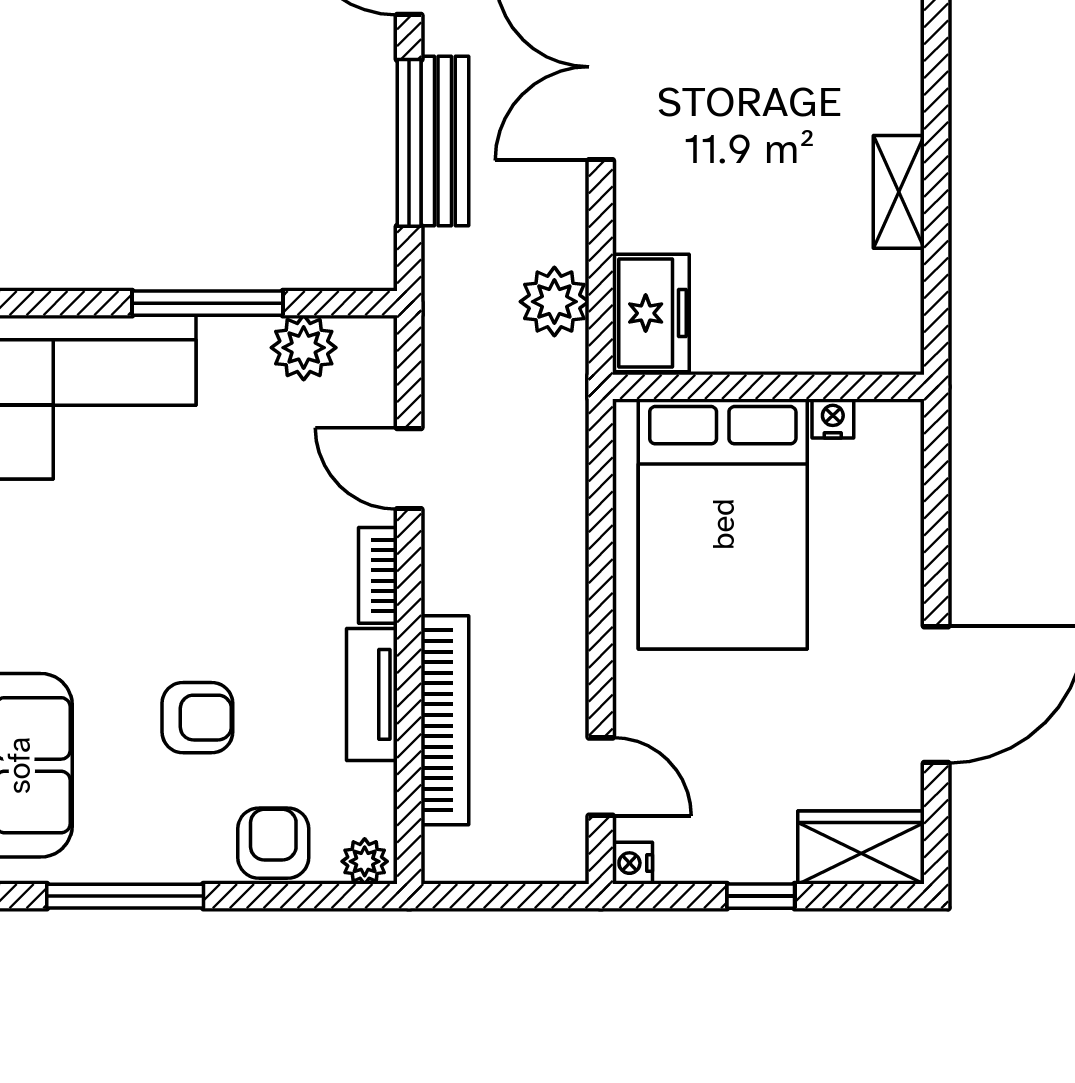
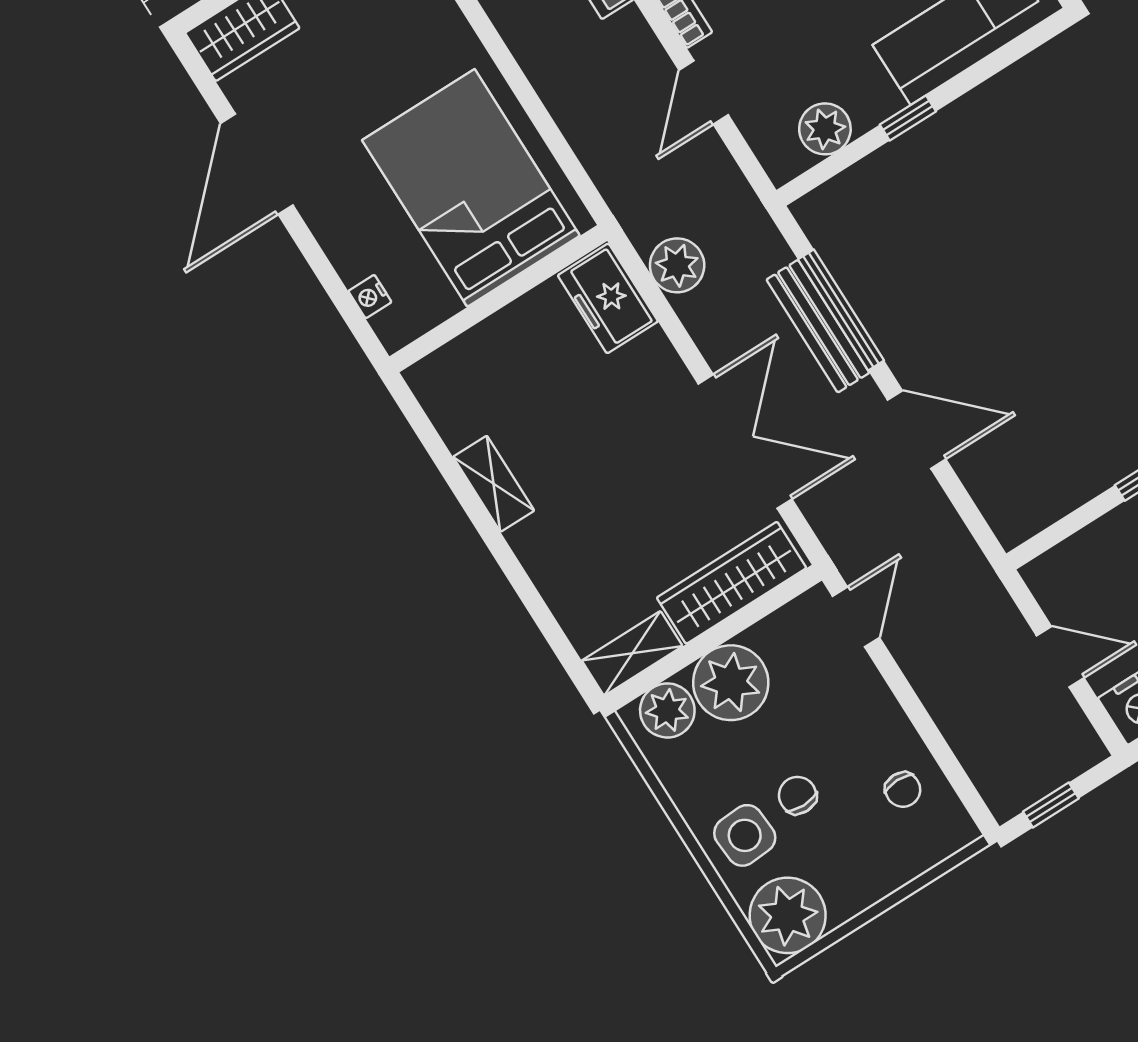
window: (207, 303) -> (908, 118), width x0.46
nightstand: (833, 419) -> (370, 297), moved, turned 90
door: (409, 469) -> (704, 93), swing flipped

